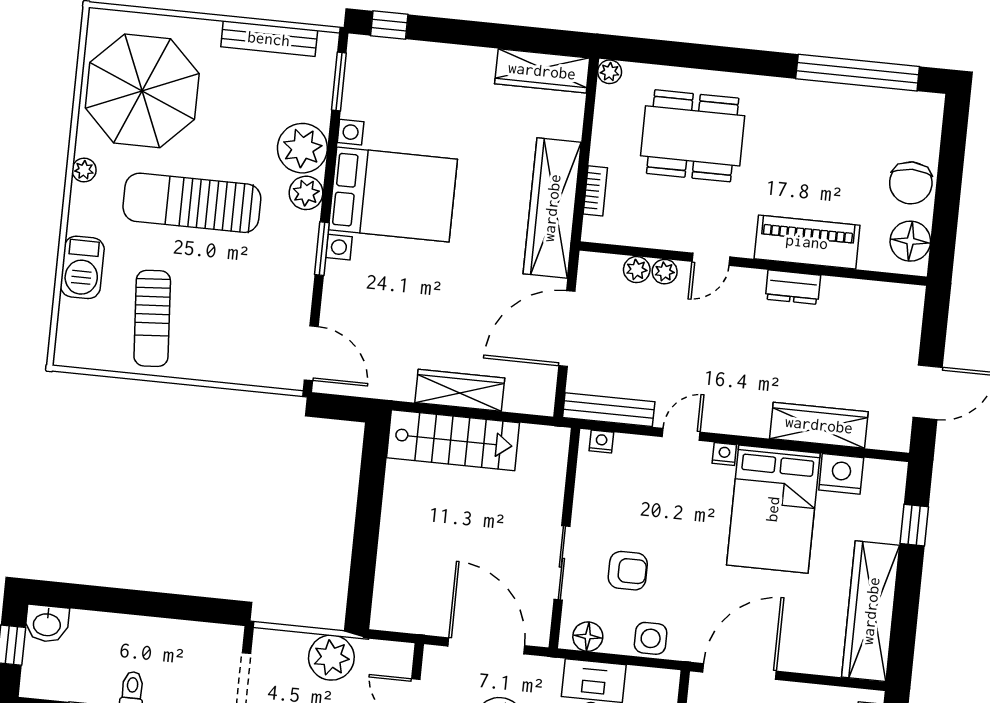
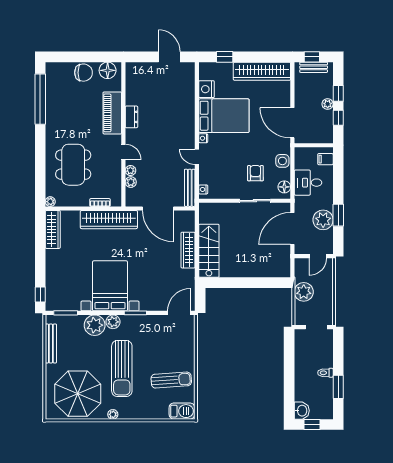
barbecue: (82, 267) -> (182, 411), moved
wardrobe: (819, 425) -> (187, 100), removed

